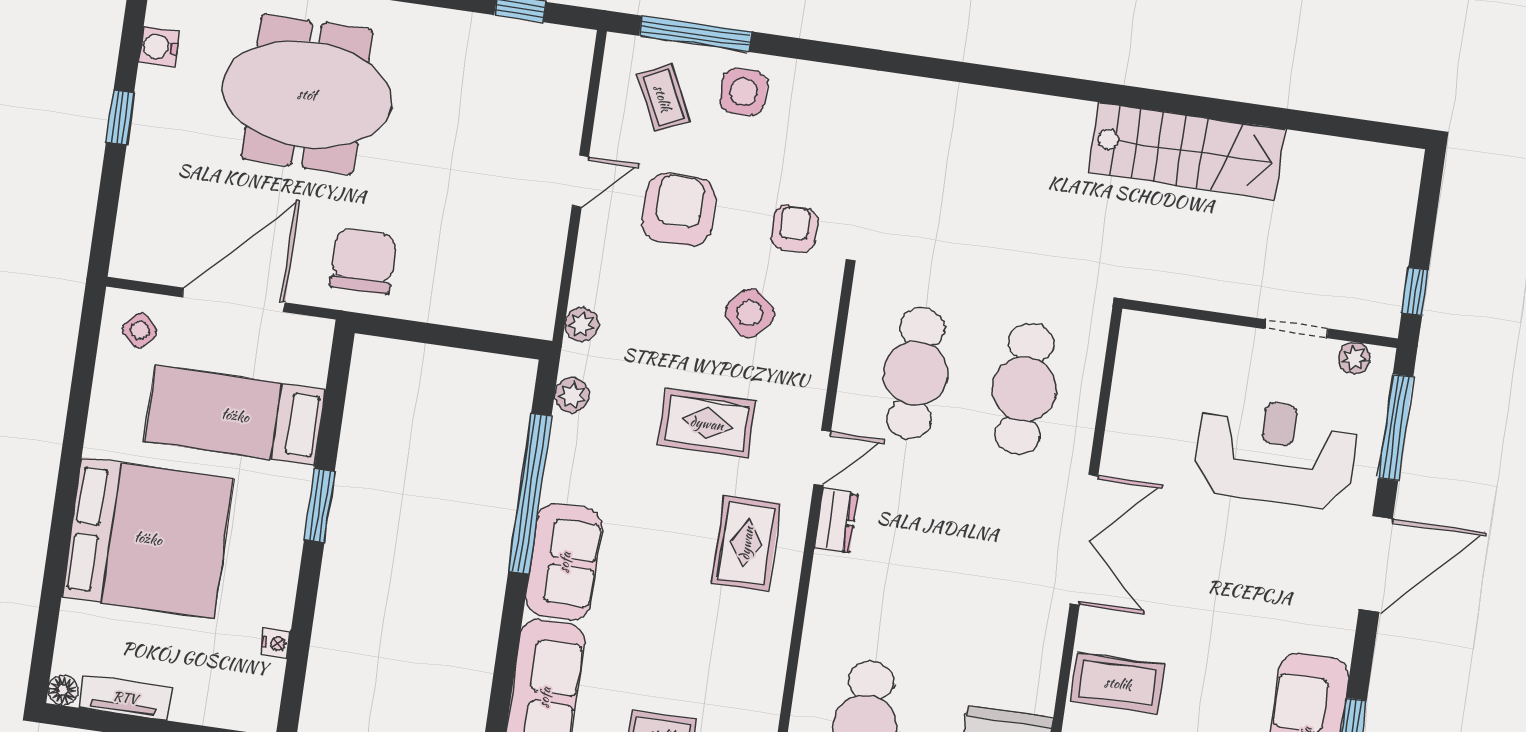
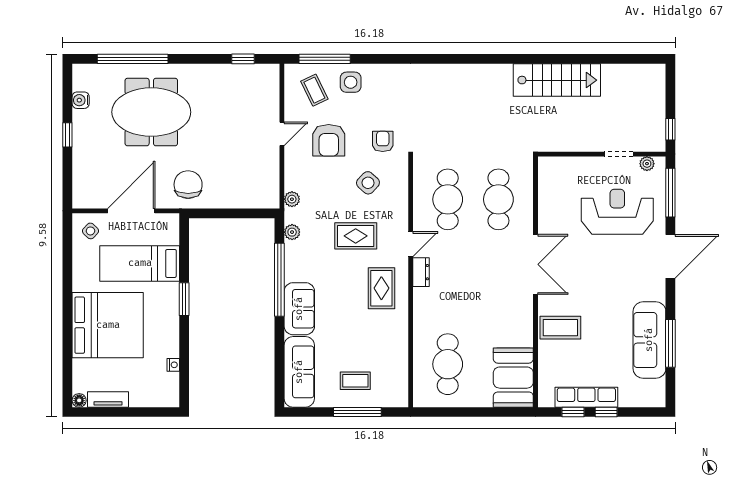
armchair: (679, 210) -> (329, 140), turned 180

